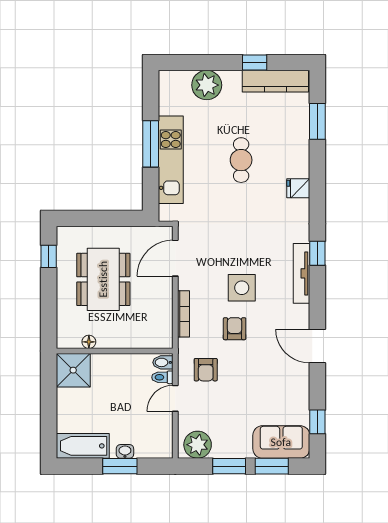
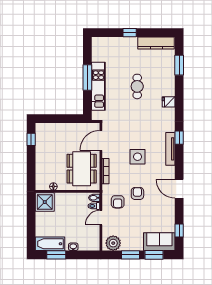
window: (255, 62) -> (130, 33), moved
plant: (207, 85) -> (118, 45), removed
dining table: (103, 279) -> (82, 169), moved
armchair: (235, 329) -> (137, 193), moved
window: (120, 466) -> (56, 255), moved

